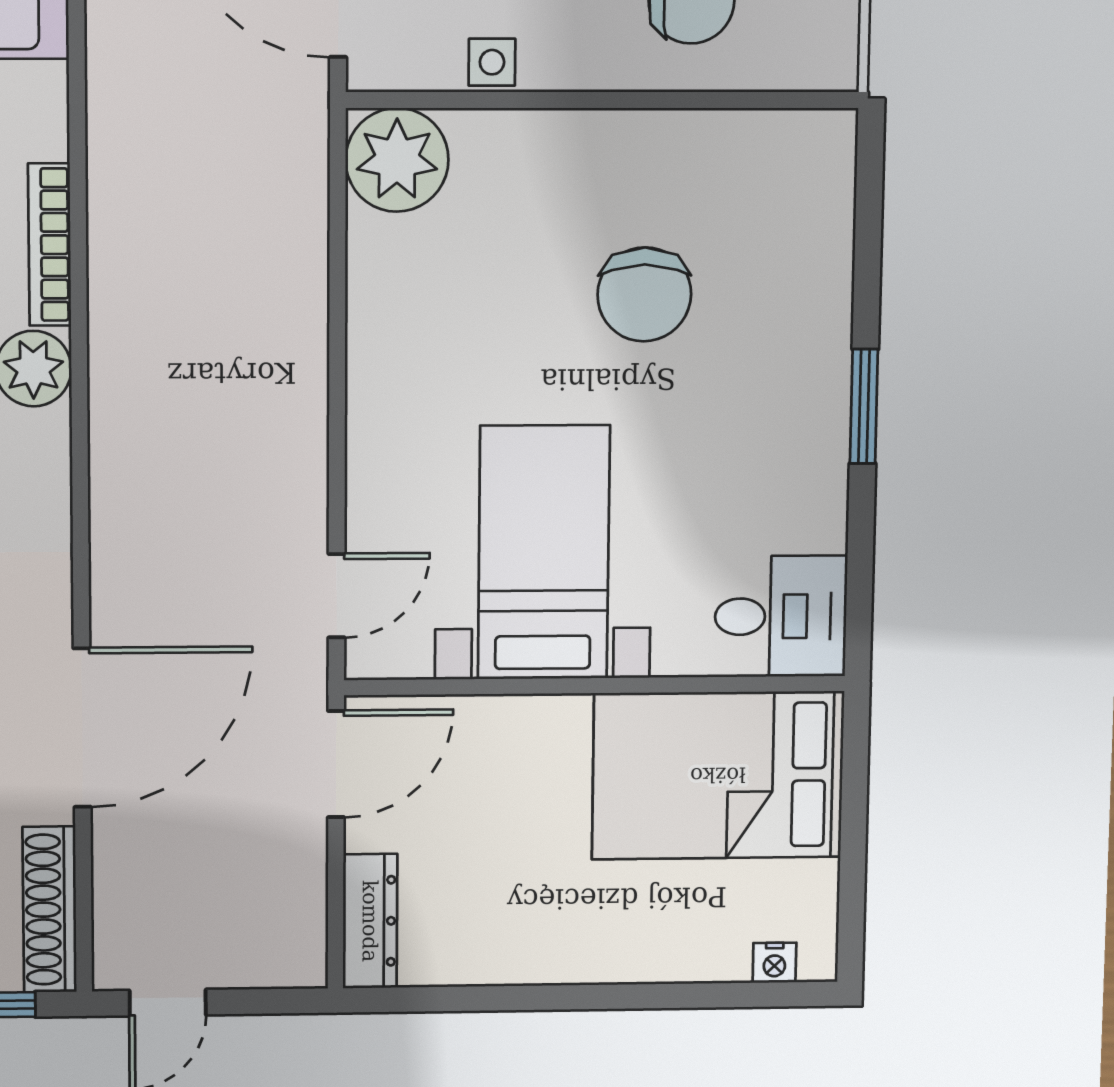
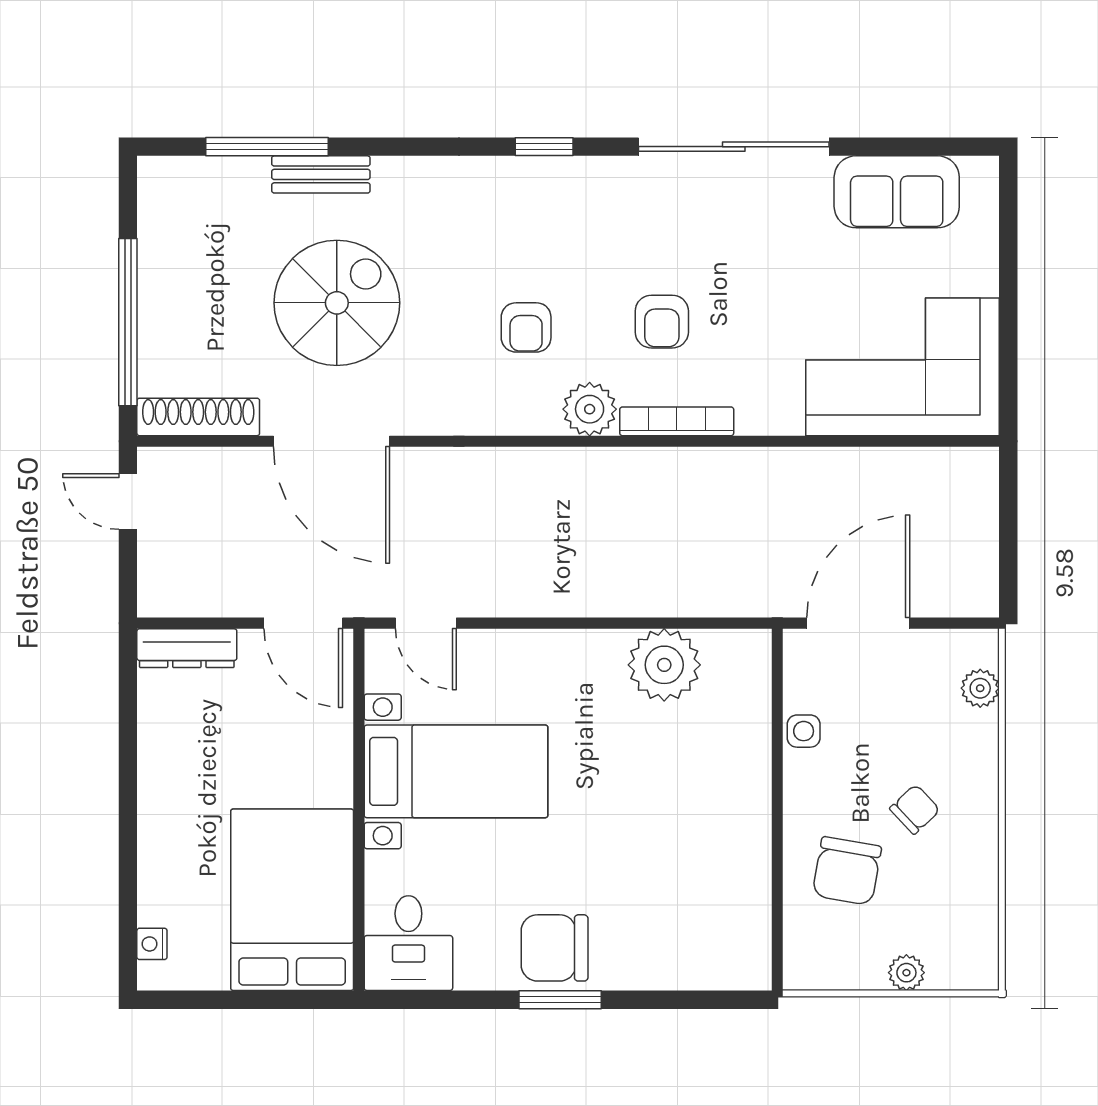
plant: (397, 160) -> (664, 665), moved
chair: (644, 294) -> (555, 948), moved

